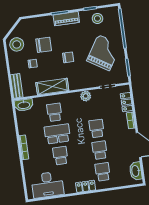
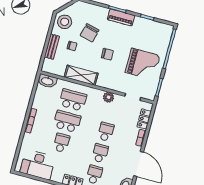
stool: (97, 18) -> (150, 30), removed
chair: (44, 45) -> (90, 33), turned 104
grand piano: (104, 53) -> (143, 64), turned 58
bench: (17, 86) -> (52, 47), moved
school desk: (54, 112) -> (73, 100), width x1.85

